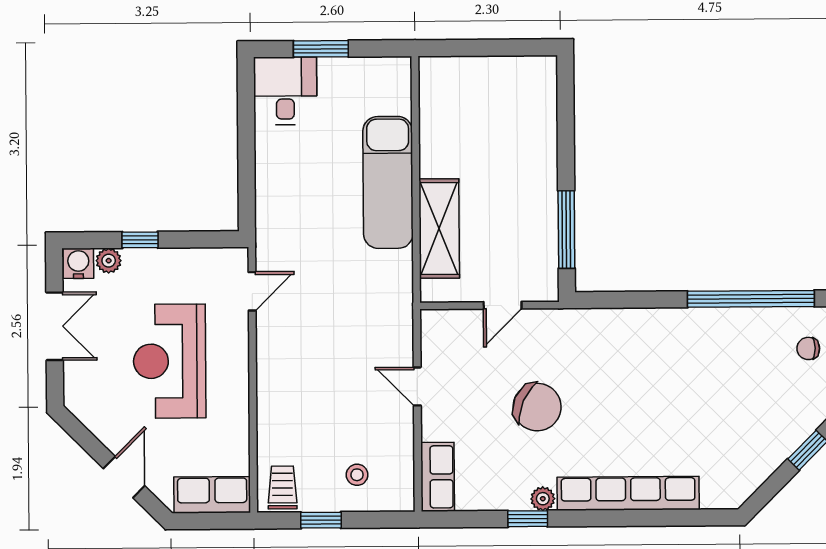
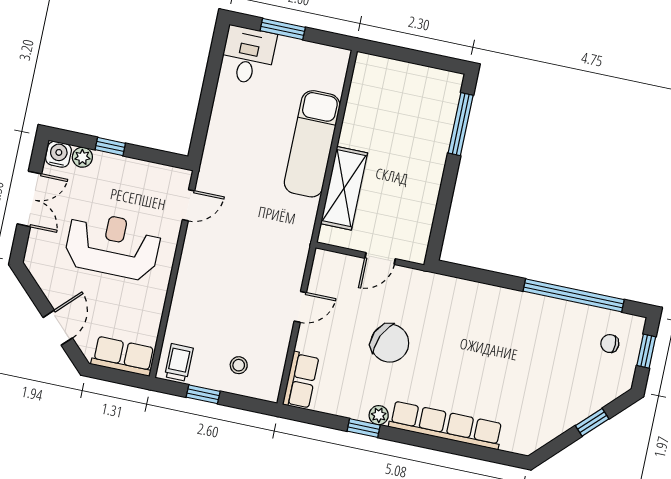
window: (566, 230) -> (461, 124), moved
reception desk: (170, 361) -> (113, 245), turned 90
door: (417, 386) -> (300, 307), swing flipped

